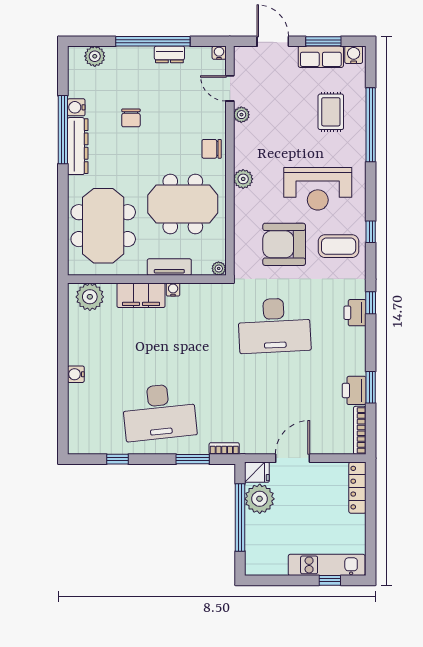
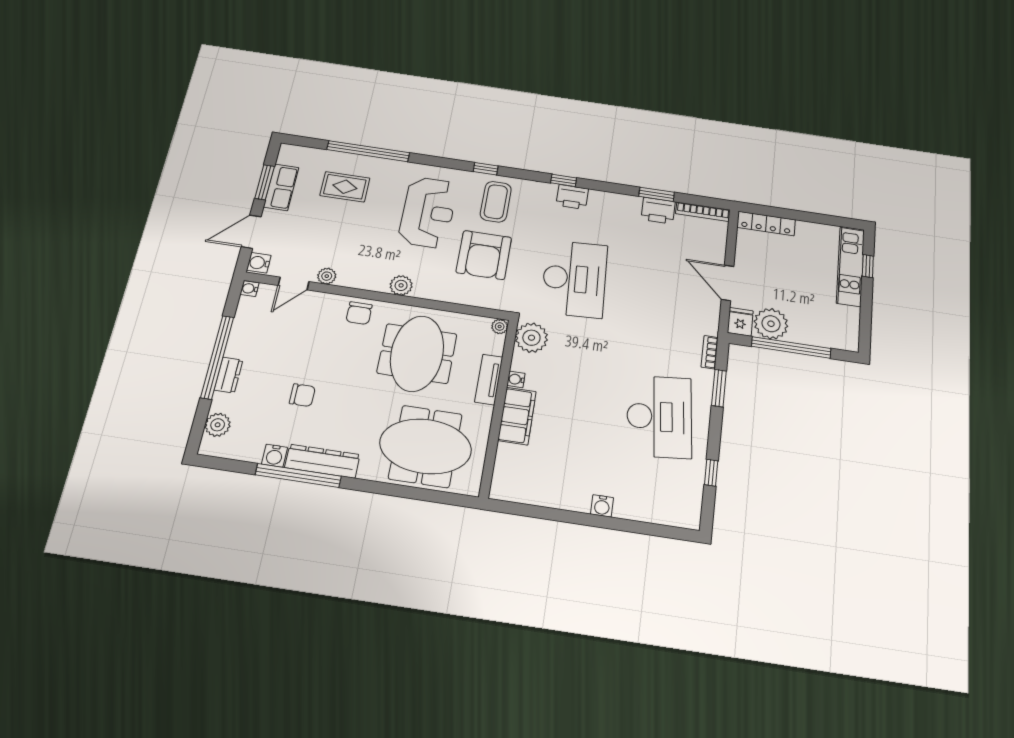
dresser: (169, 54) -> (229, 375), moved
water cooler: (354, 55) -> (259, 263), moved
plant: (90, 297) -> (531, 338), moved

